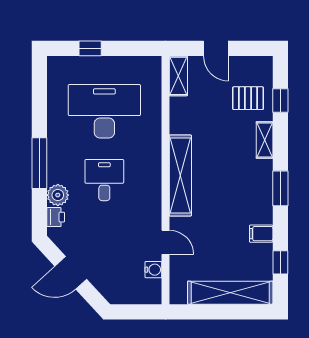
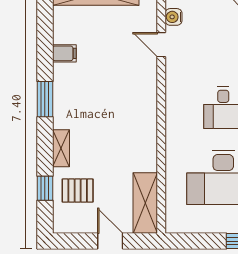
shelving: (178, 76) -> (145, 203), width x1.50, depth x1.33
shelving: (180, 175) -> (146, 112), removed
window: (280, 262) -> (45, 24), removed

